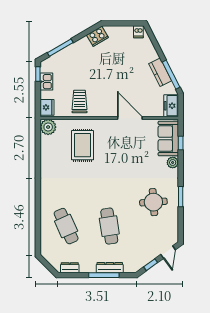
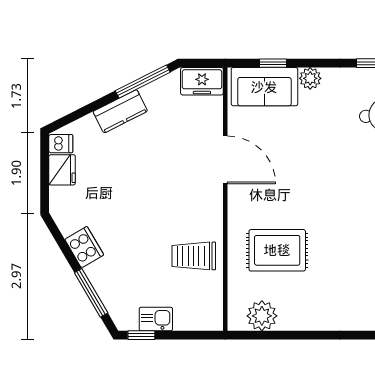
cooker: (97, 36) -> (84, 247), moved
kitchen counter: (160, 72) -> (120, 111), moved
fridge: (47, 107) -> (62, 170), moved, turned 90
door: (130, 118) -> (225, 160), swing flipped
plant: (48, 127) -> (262, 316), moved

